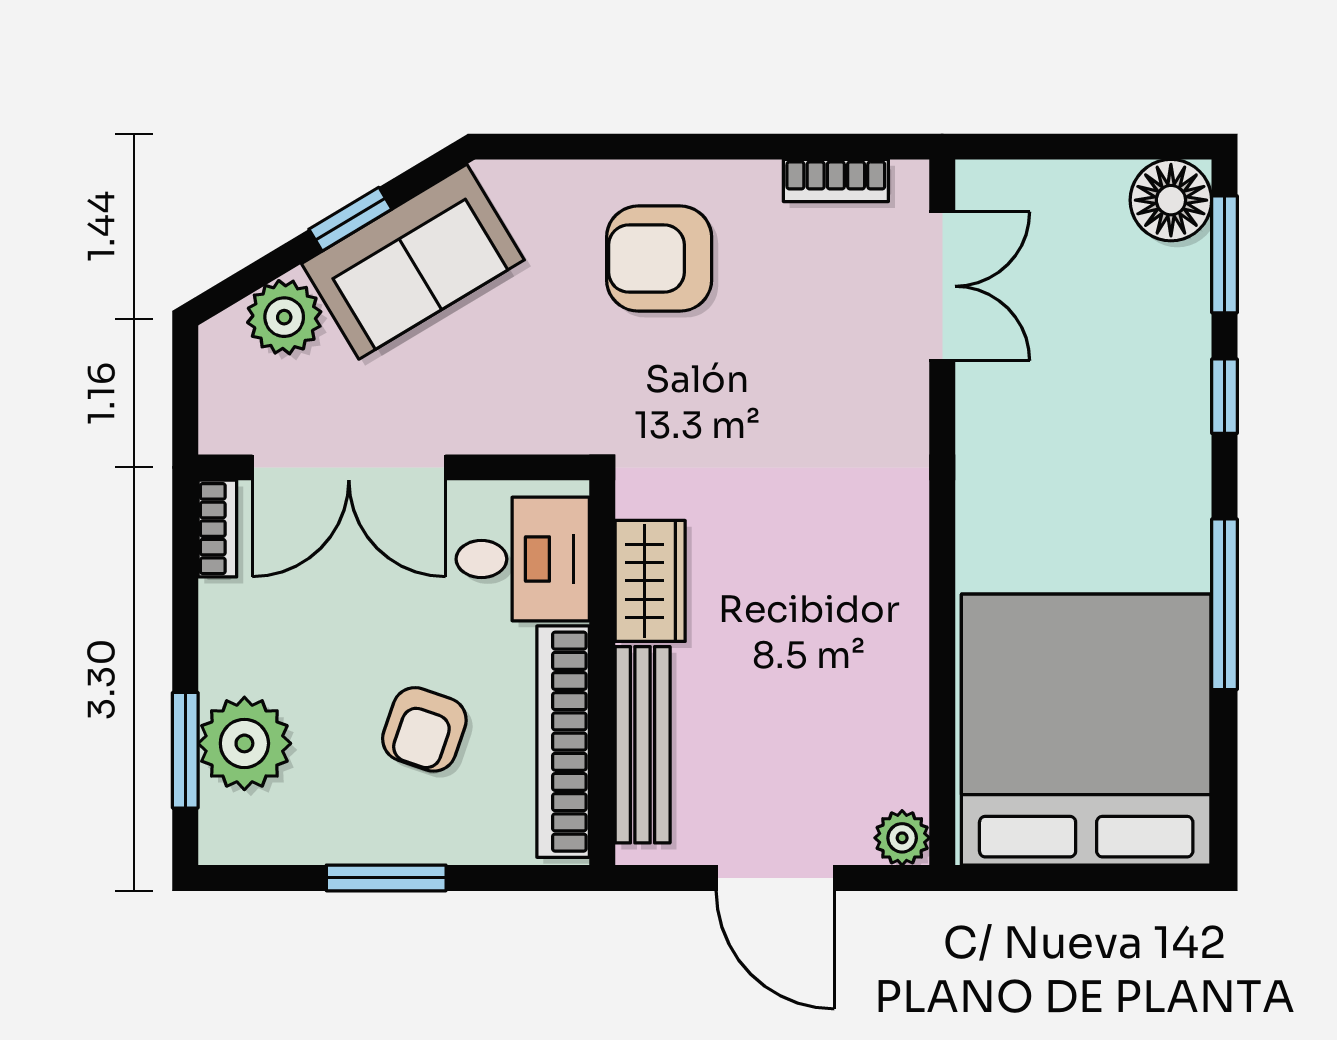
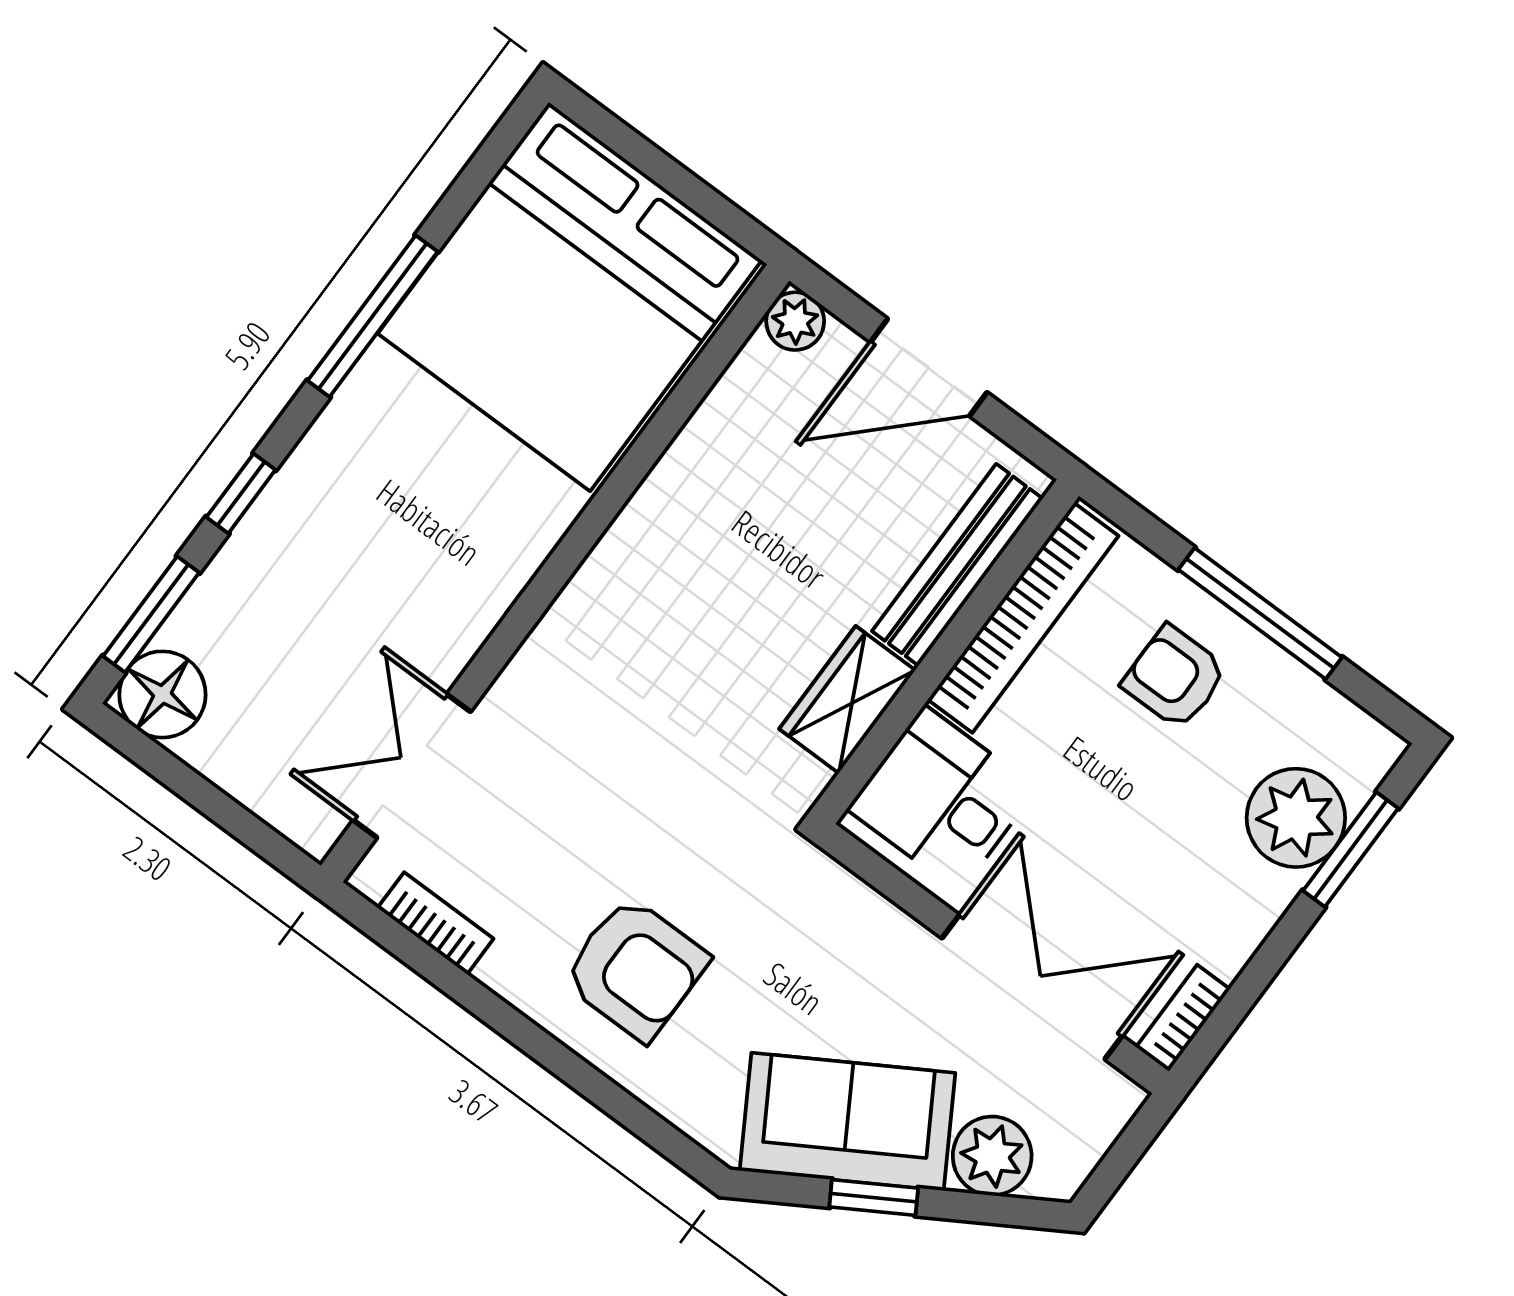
armchair: (424, 729) -> (1175, 677), moved, turned -109
window: (386, 878) -> (1260, 613), width x1.44
door: (775, 878) -> (929, 367), swing flipped

